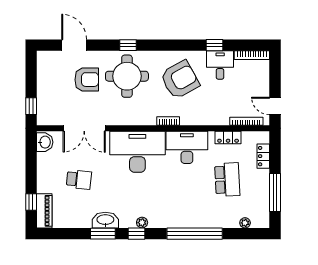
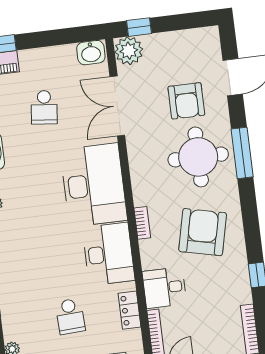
window: (128, 45) -> (242, 153), width x2.17
desk: (220, 65) -> (164, 288), moved, turned 180
armchair: (180, 80) -> (203, 232), turned -138
plant: (47, 115) -> (129, 51), added
school desk: (227, 180) -> (70, 316), width x0.54

